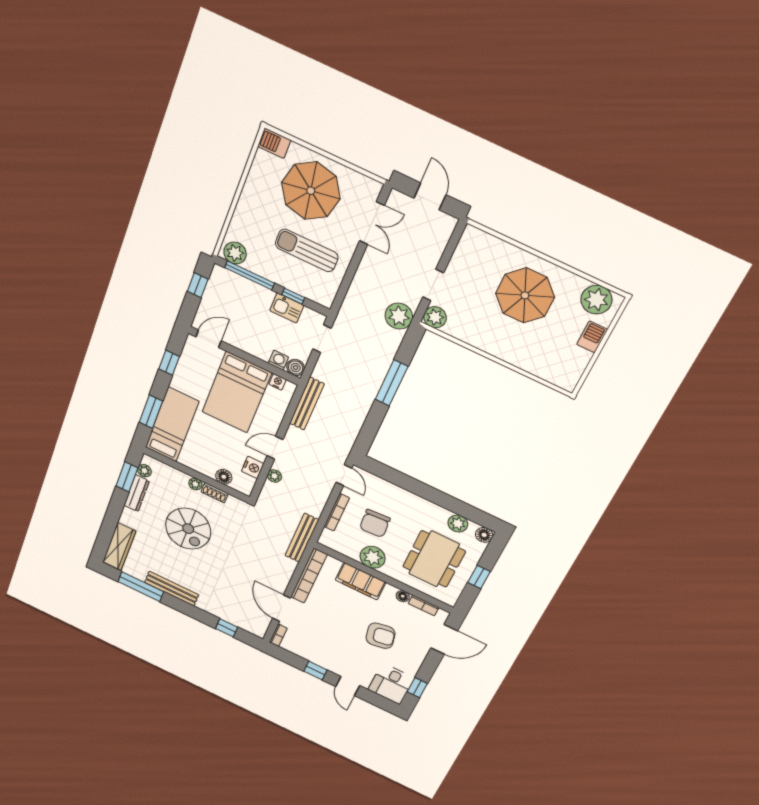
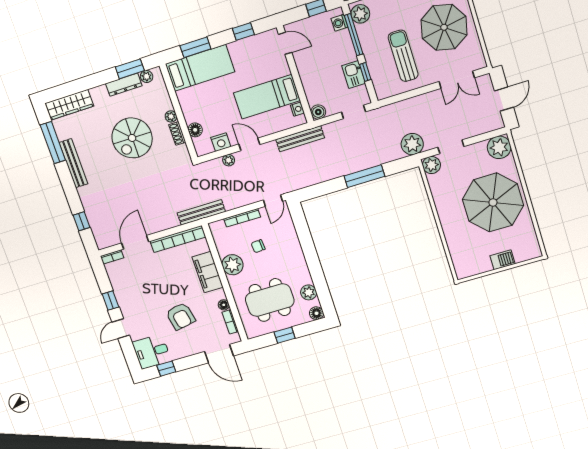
parasol: (525, 295) -> (493, 202), width x1.36, depth x1.36
plant: (596, 300) -> (499, 147), moved
washing machine: (278, 360) -> (339, 23), moved, turned 180
bed: (237, 392) -> (267, 97), width x0.67
chair: (375, 523) -> (258, 246), width x0.54, depth x0.54

